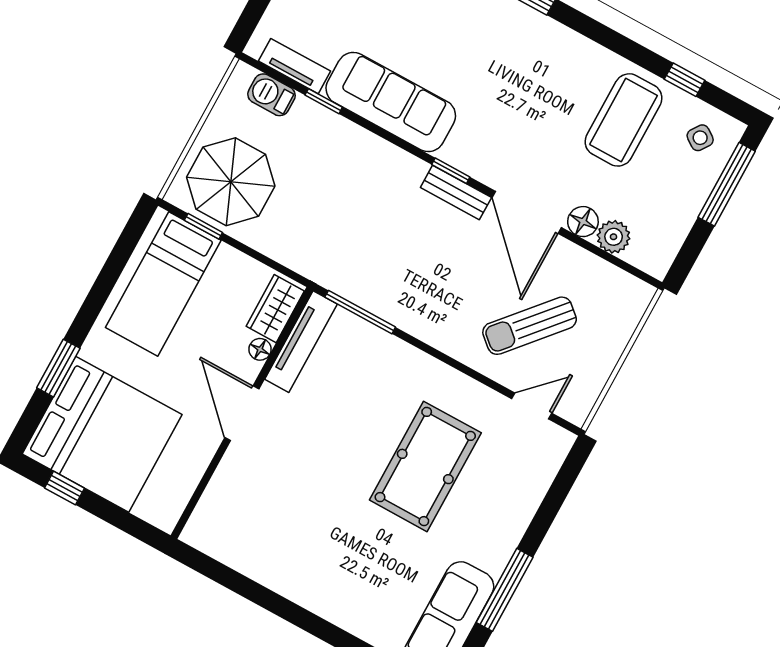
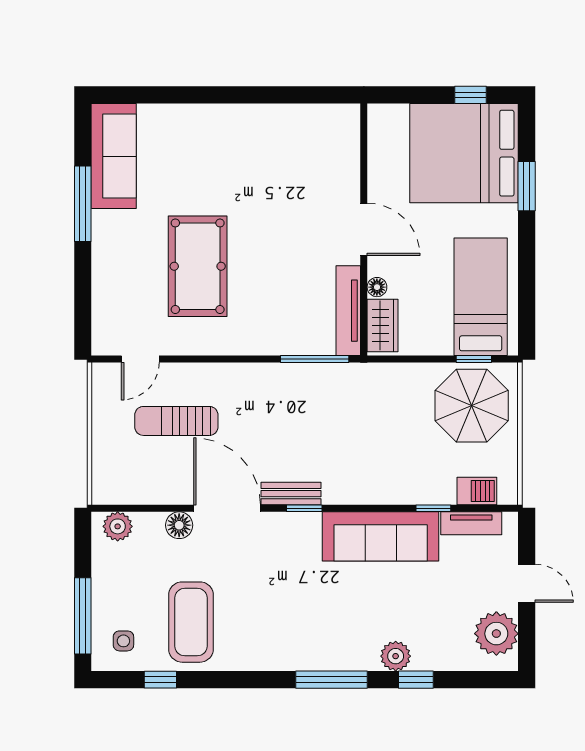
side table: (700, 138) -> (123, 641), turned -35
plant: (614, 237) -> (118, 526), moved
sun lounger: (530, 326) -> (176, 421), turned -131

